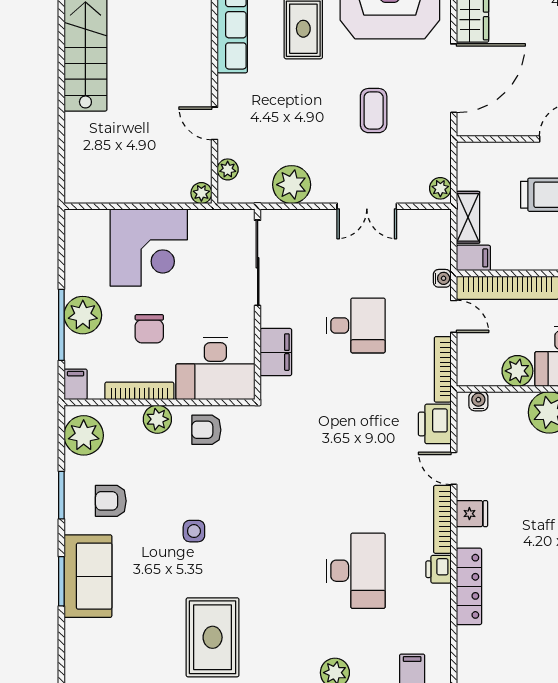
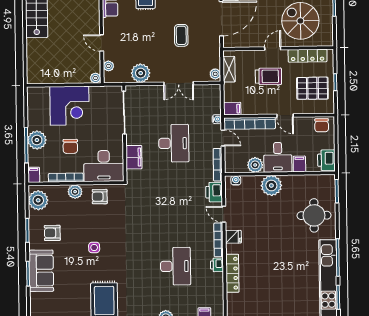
shelving: (468, 217) -> (229, 69), moved
desk: (356, 325) -> (174, 143), width x1.37

